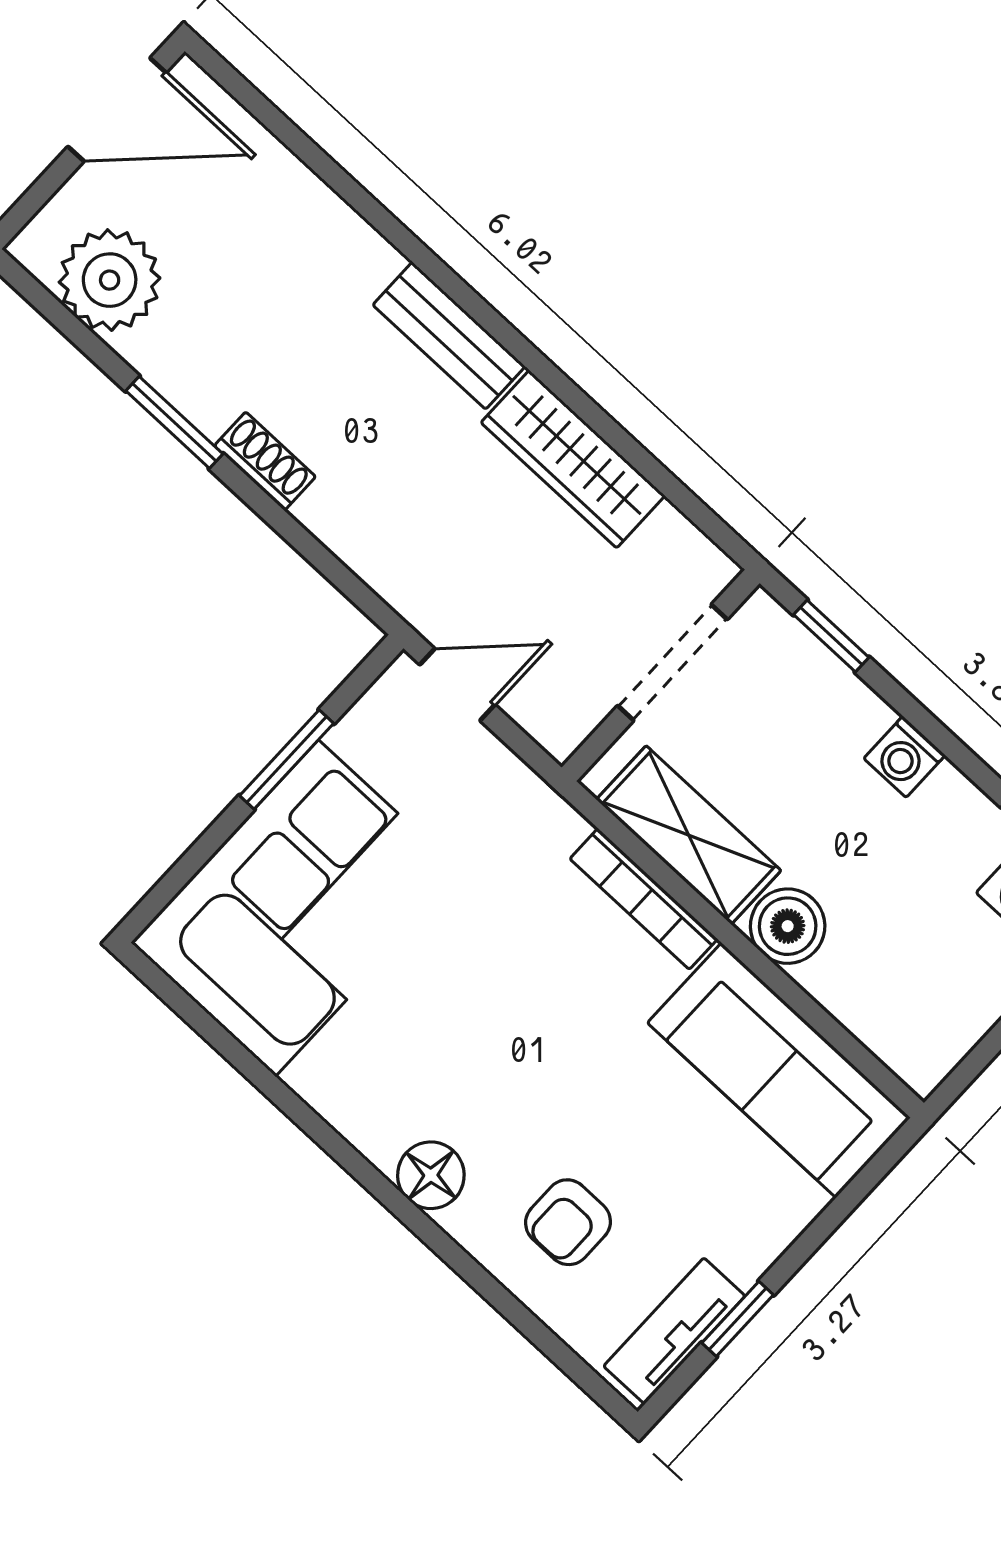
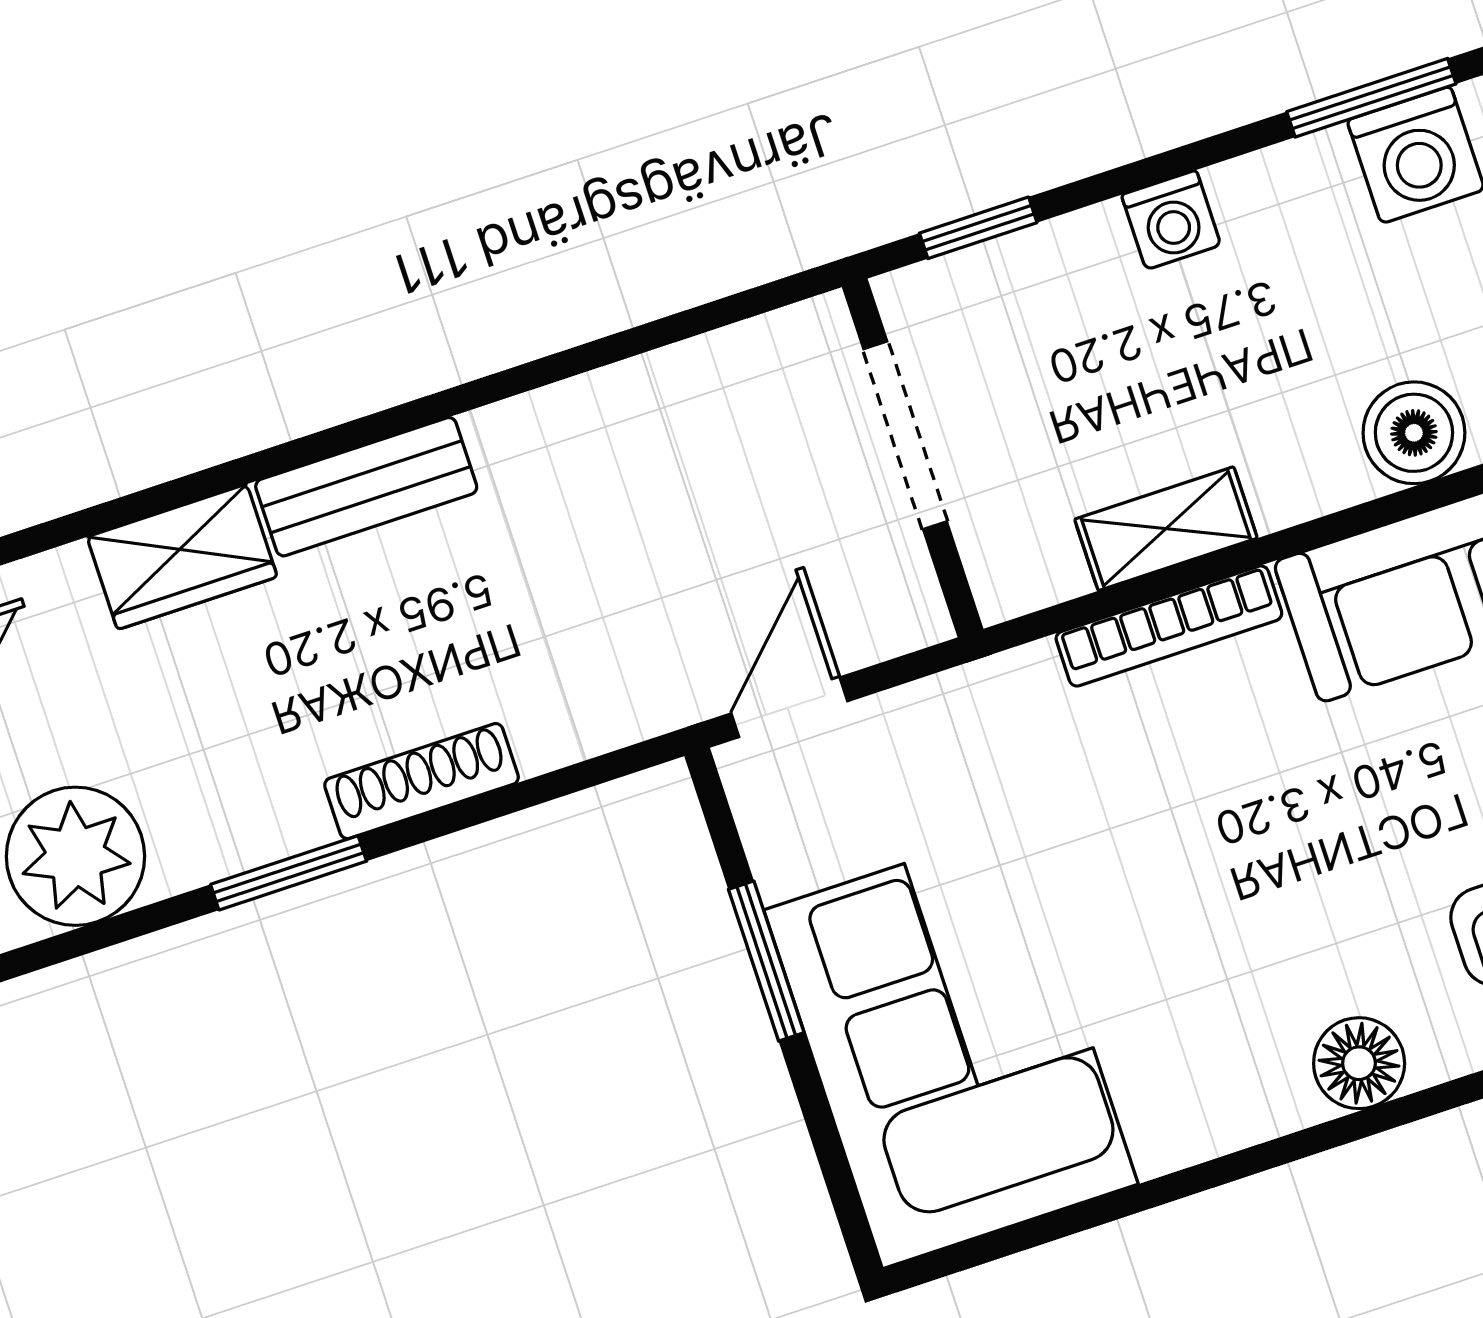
wardrobe: (573, 459) -> (182, 557), moved, width x0.67
shoe rack: (265, 461) -> (422, 781), width x1.43
shelving: (689, 835) -> (1166, 529), width x0.67, depth x0.75
boiler: (788, 926) -> (1414, 433), moved

